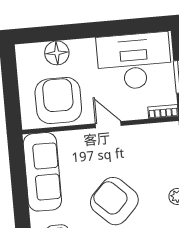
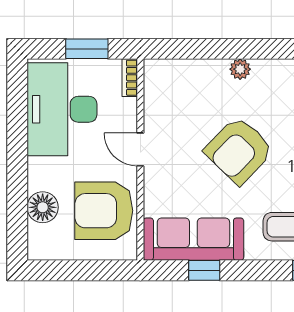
door: (108, 125) -> (140, 150), hinge flipped
window: (19, 182) -> (204, 270), added

